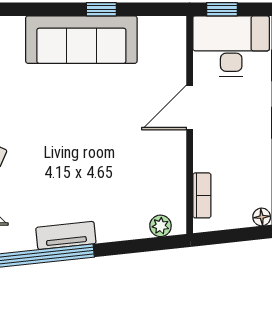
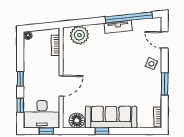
floor lamp: (156, 32) -> (77, 120), added
plant: (160, 226) -> (79, 35), width x1.87, depth x1.87

